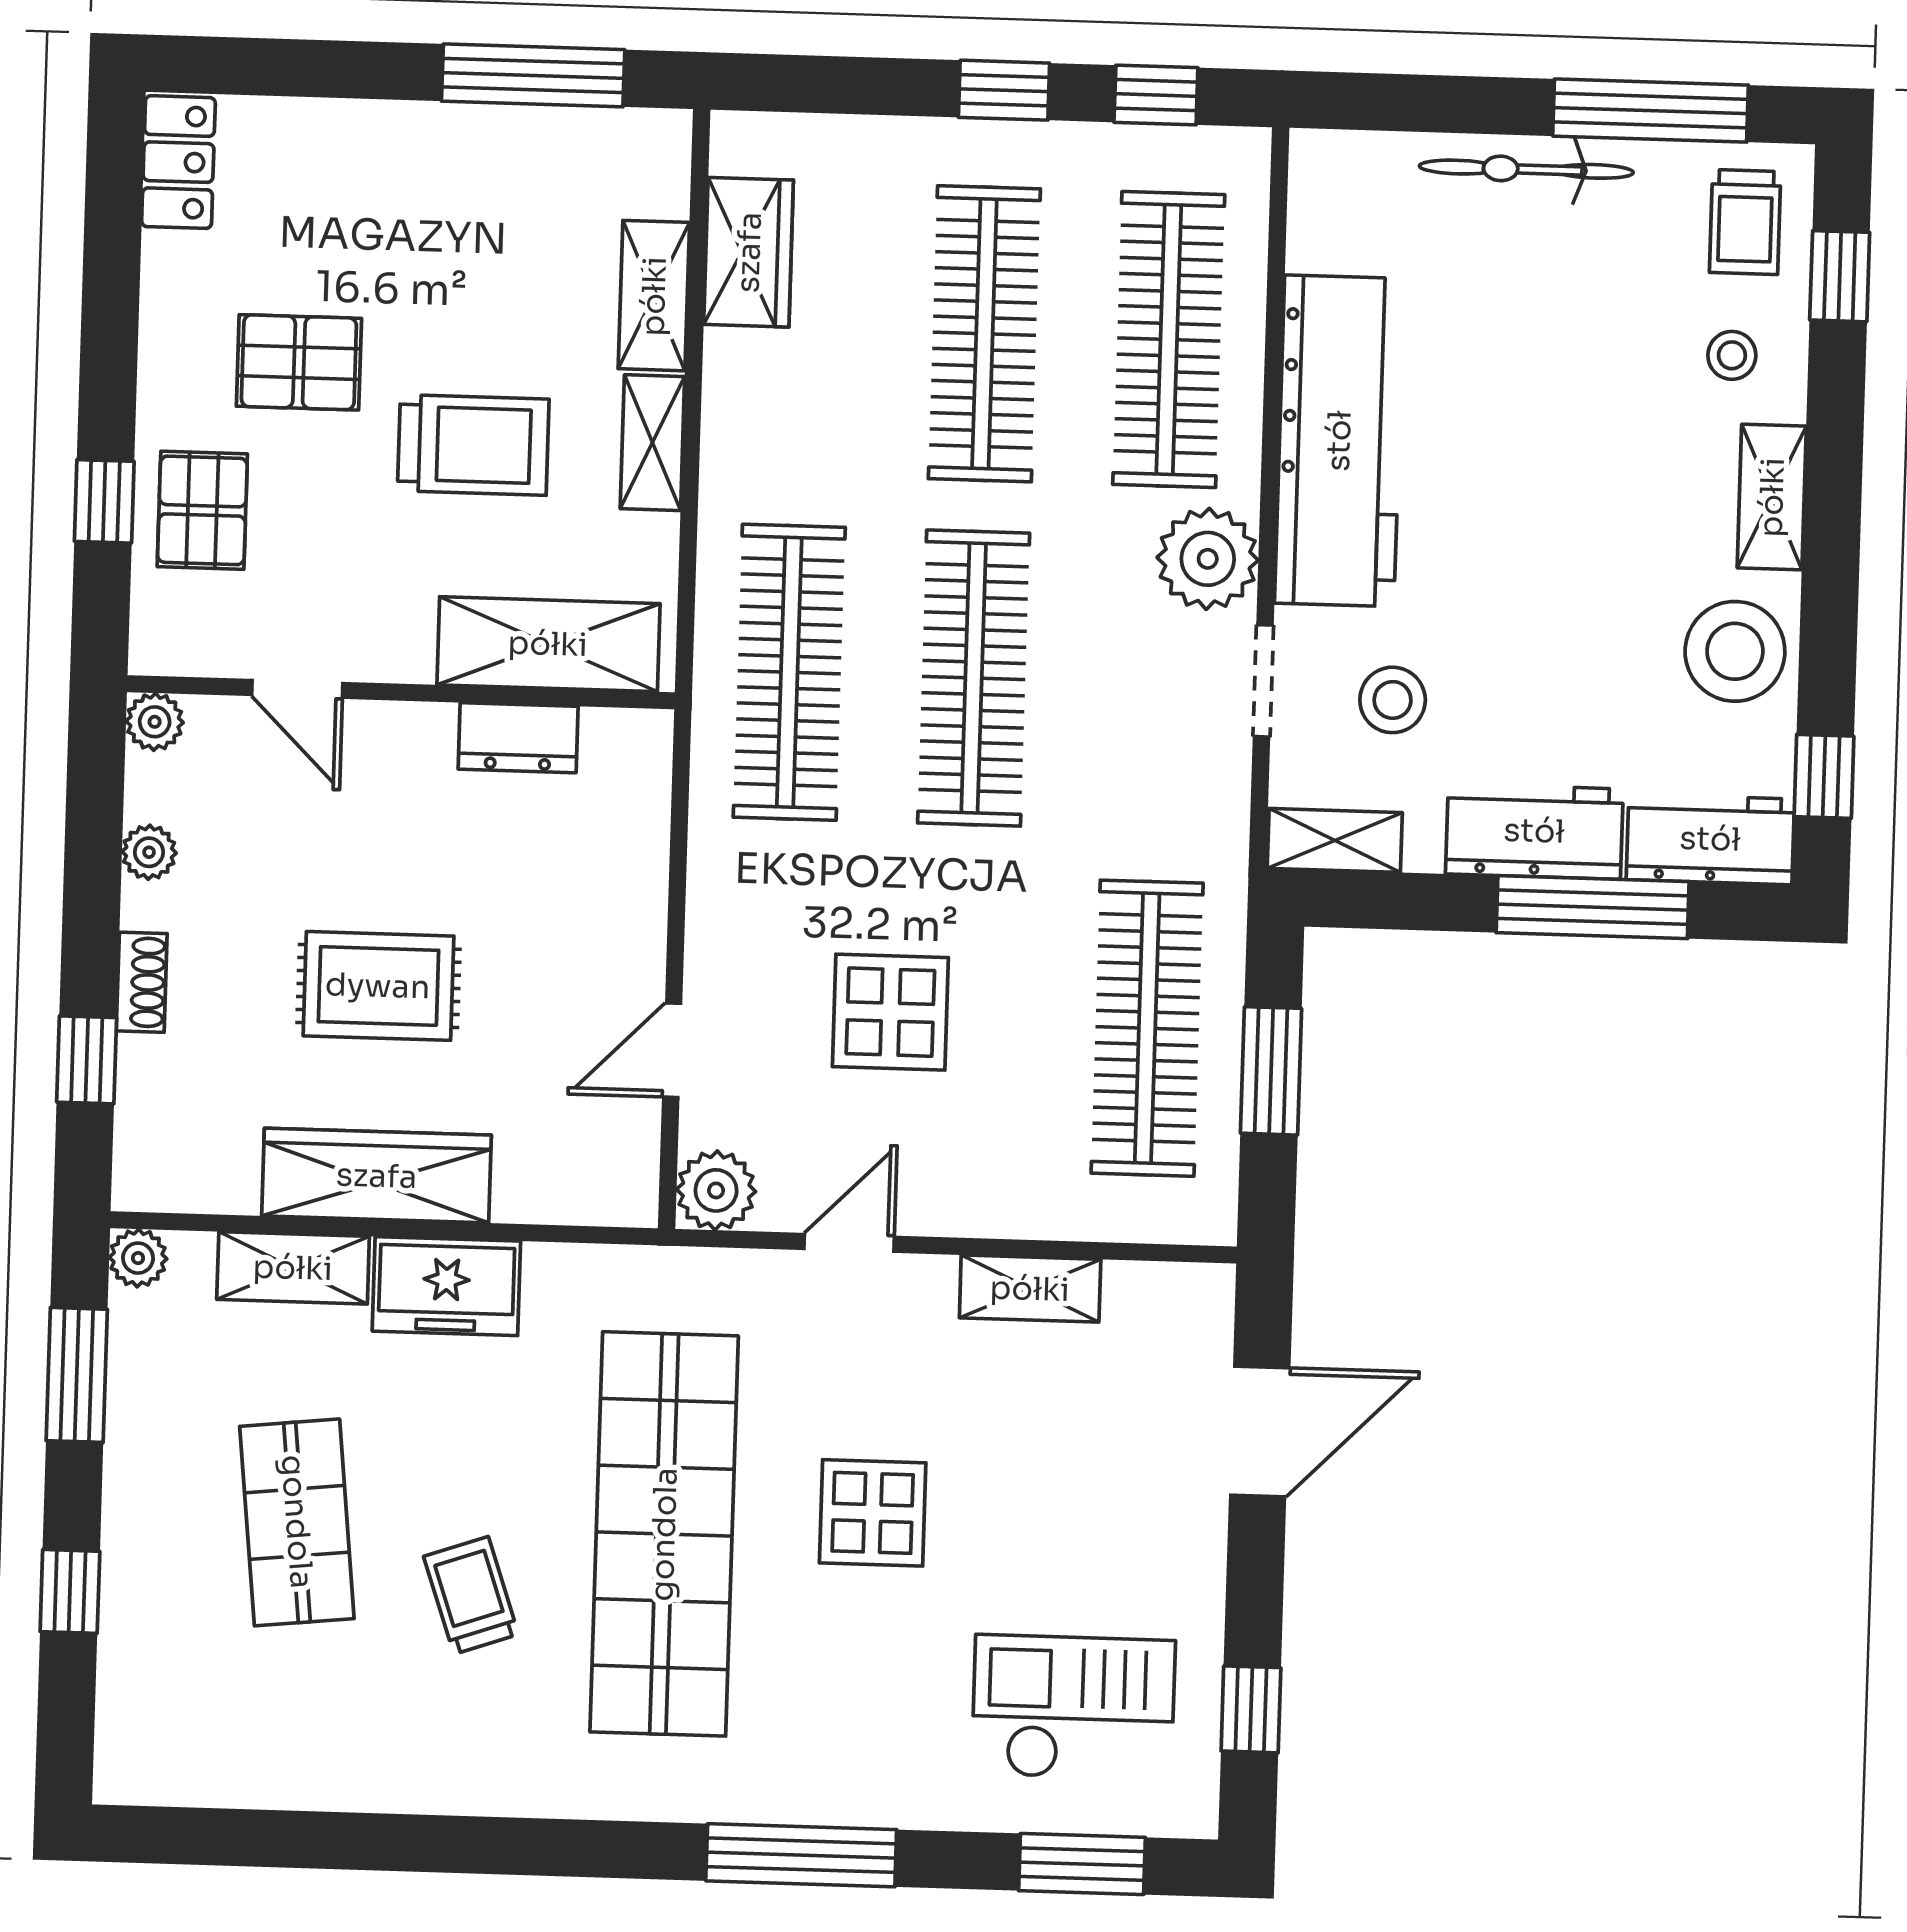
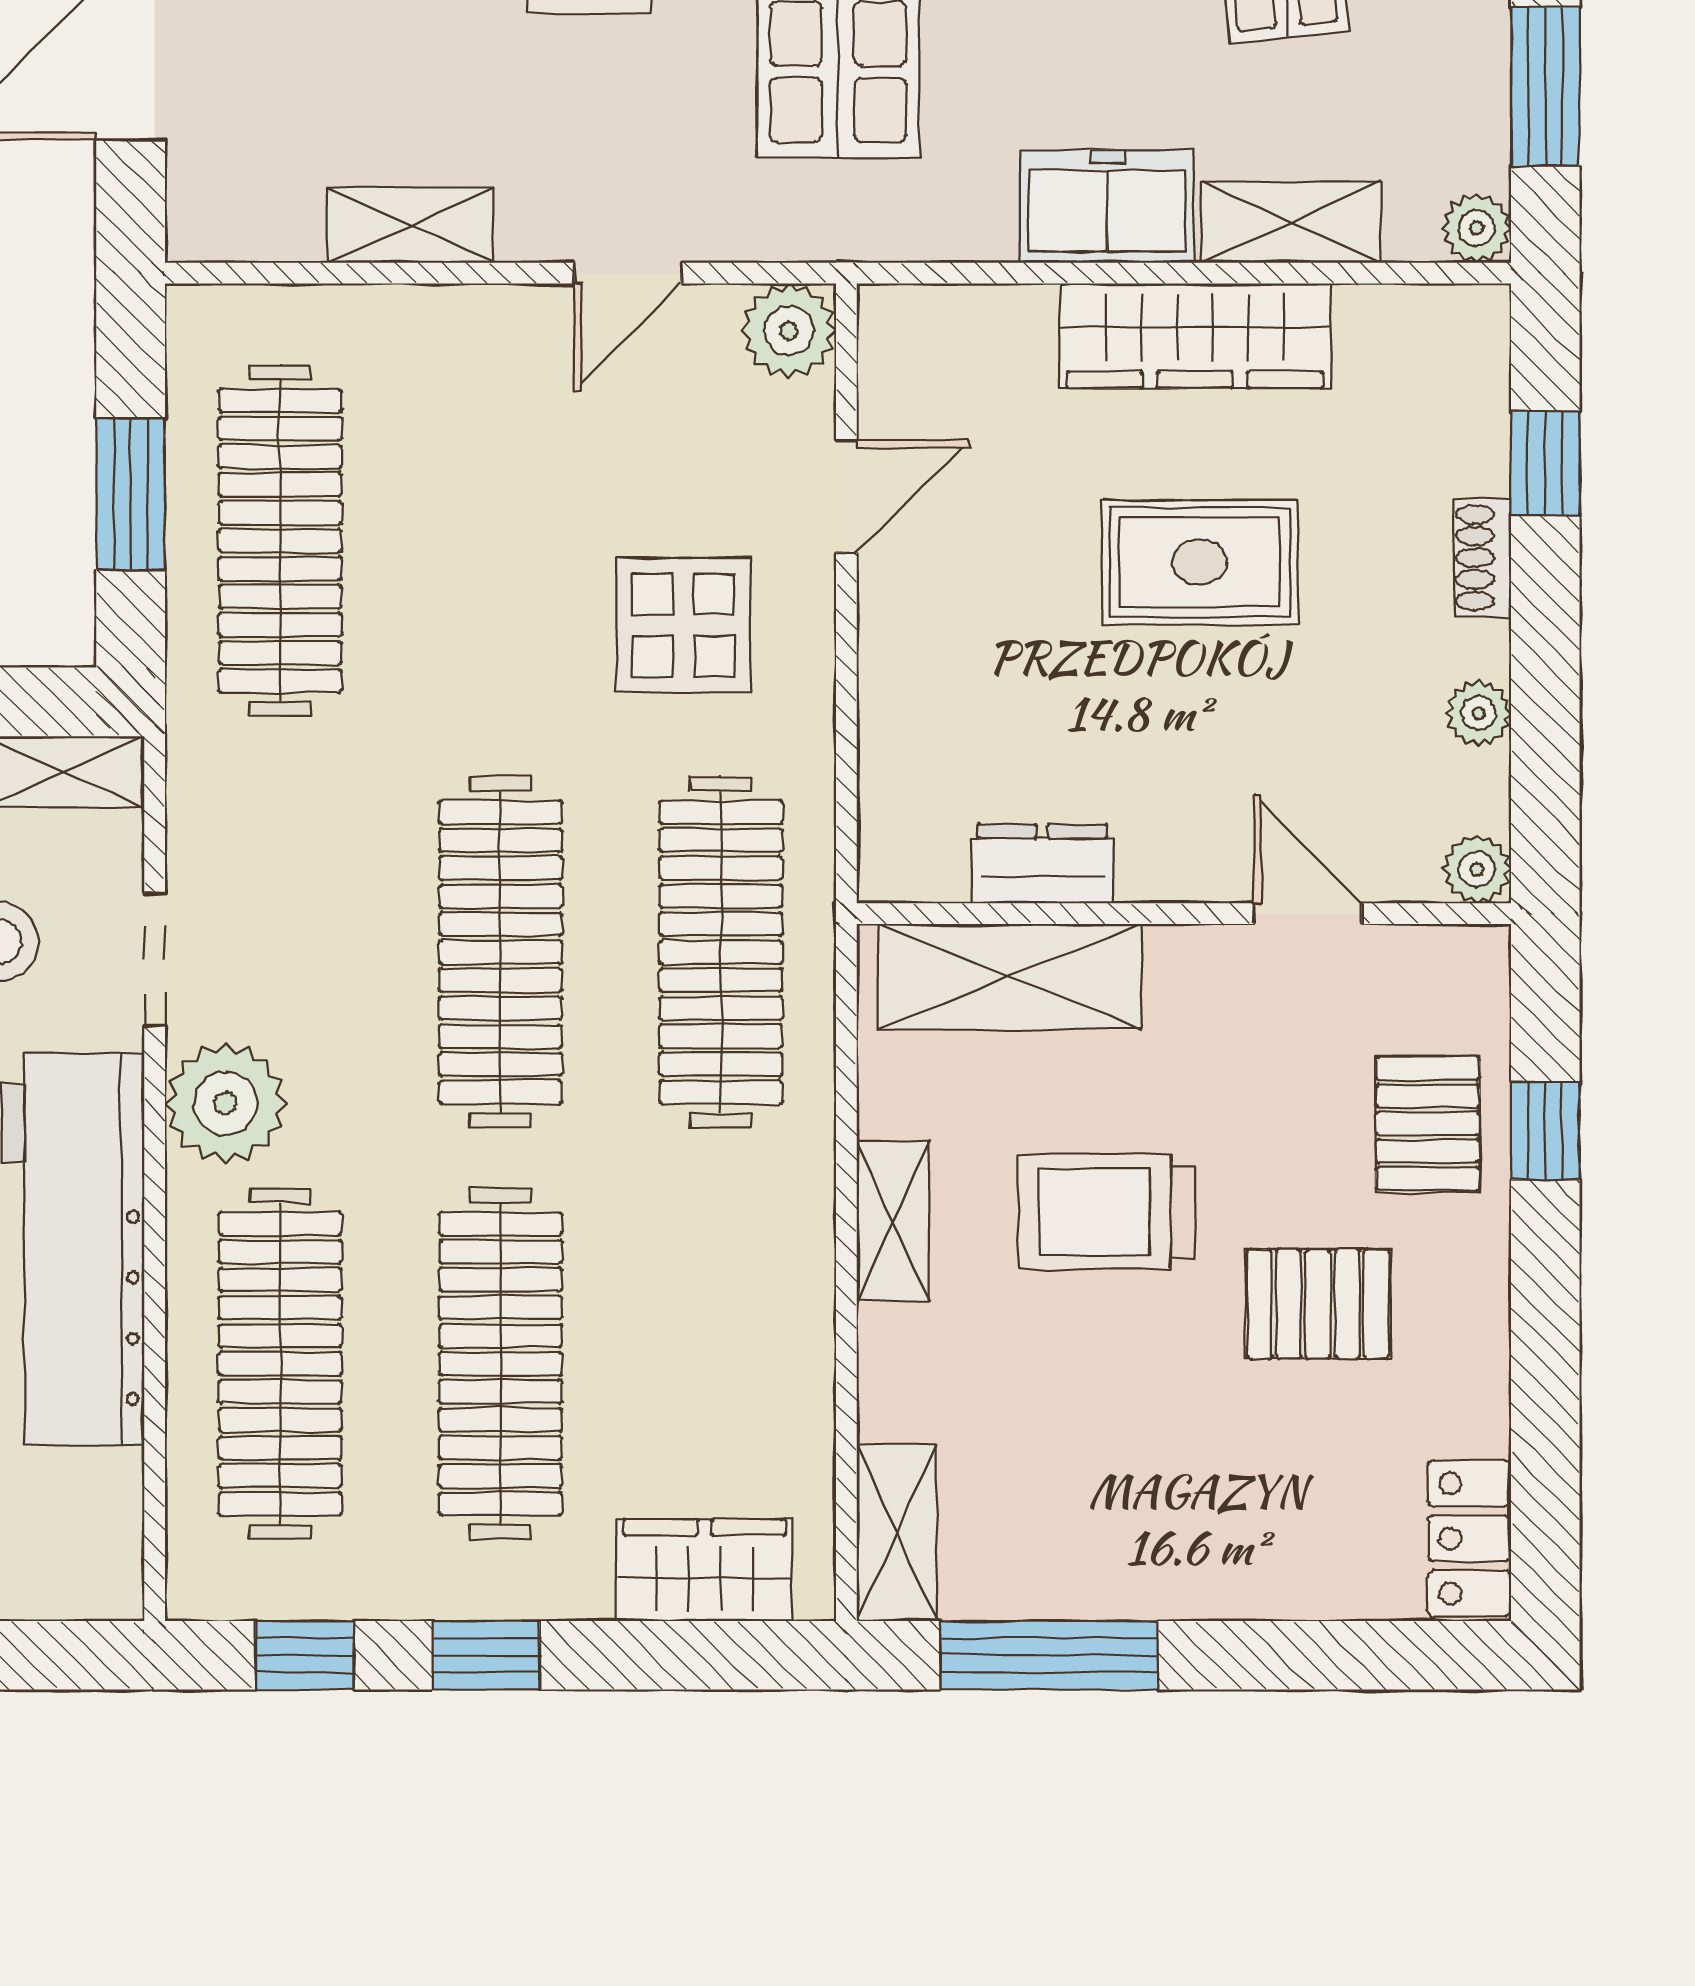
wardrobe: (749, 252) -> (705, 1570), moved, turned 90
shelving: (654, 296) -> (897, 1532), moved
display table: (890, 1012) -> (683, 625), moved

